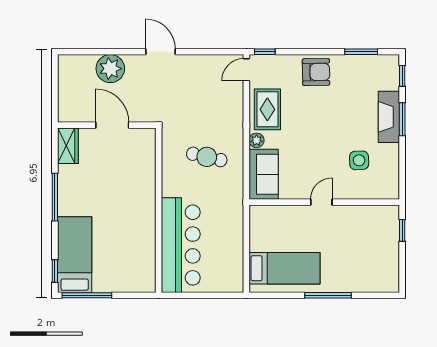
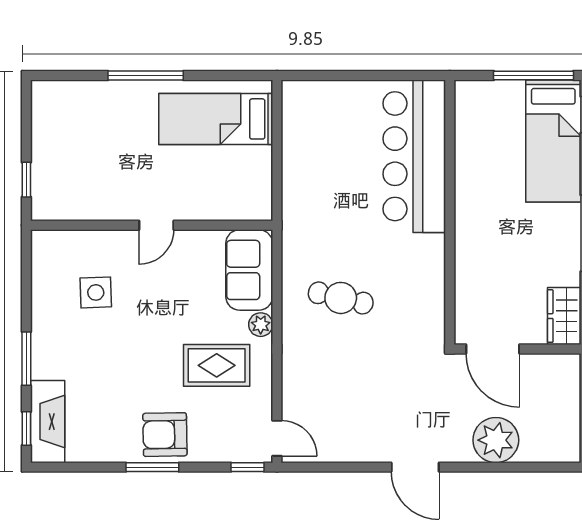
window: (361, 52) -> (152, 467), moved
door: (246, 70) -> (277, 438), hinge flipped
rug: (267, 109) -> (217, 365), moved, turned 90
fireplace: (389, 117) -> (48, 422), moved
wall: (159, 210) -> (450, 212), moved
bar counter: (181, 245) -> (414, 156), moved

